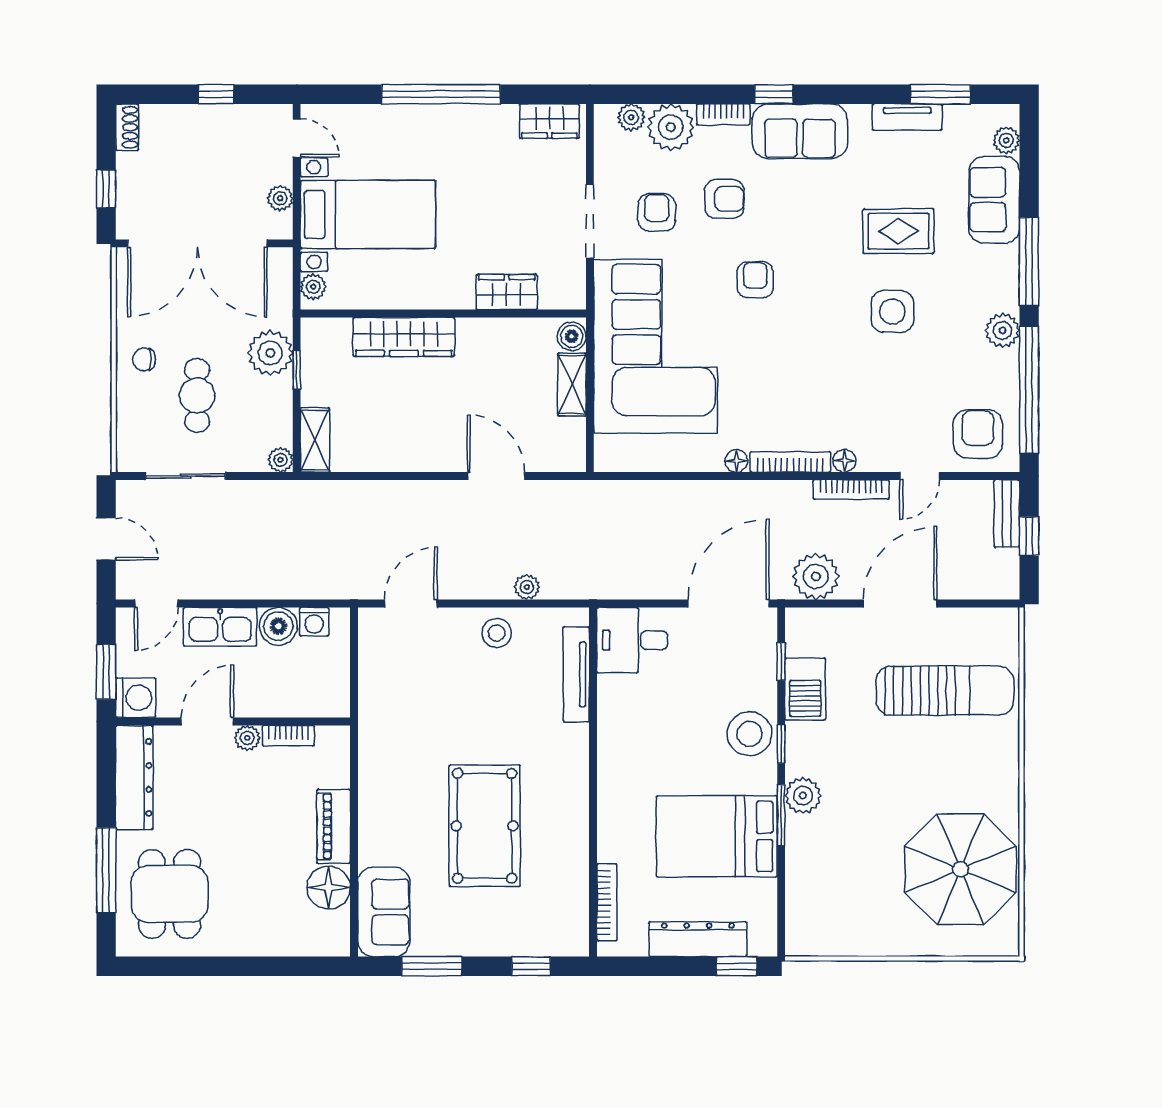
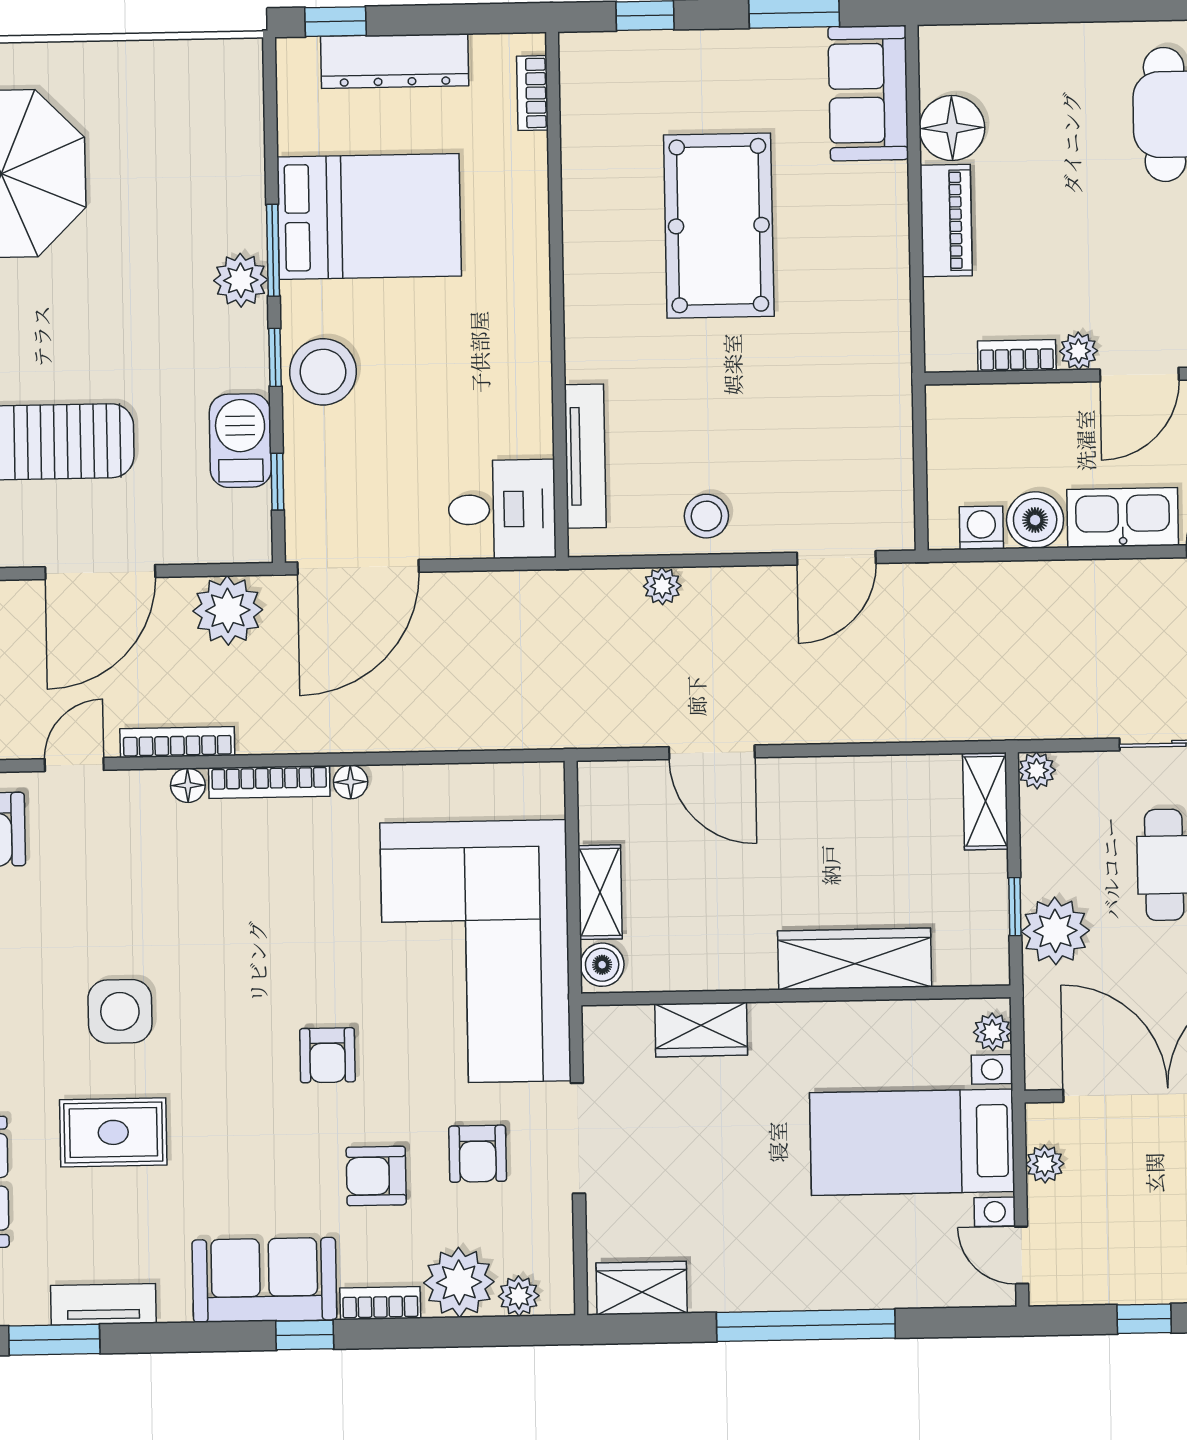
bookcase: (607, 902) -> (532, 93), width x0.64

